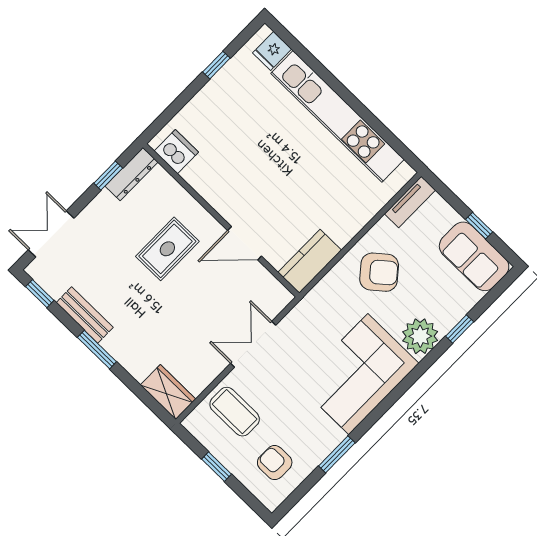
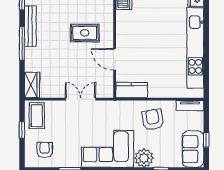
armchair: (379, 272) -> (153, 120), turned -149
bench: (85, 315) -> (30, 26), width x1.36
window: (97, 350) -> (22, 43), width x1.44
coffee table: (235, 412) -> (37, 116), moved

